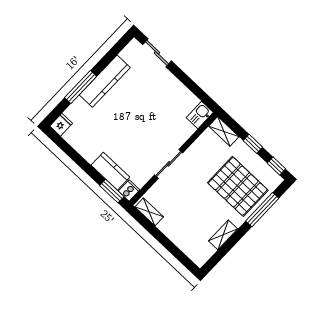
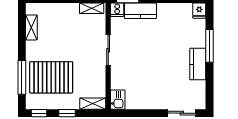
kitchen counter: (105, 81) -> (198, 64), width x0.67
shelving: (223, 235) -> (31, 27), moved

